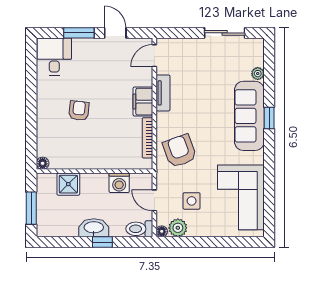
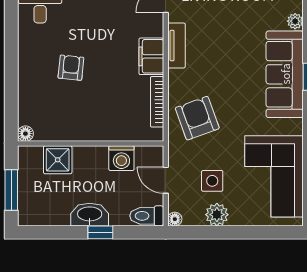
plant: (178, 228) -> (217, 215), moved

